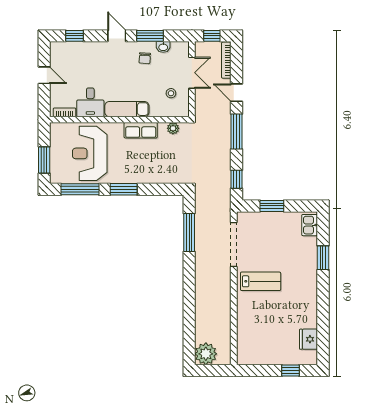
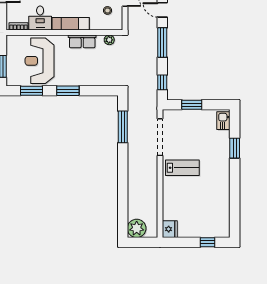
window: (80, 189) -> (31, 91), width x0.69
fridge: (309, 339) -> (170, 229), moved, turned 180

